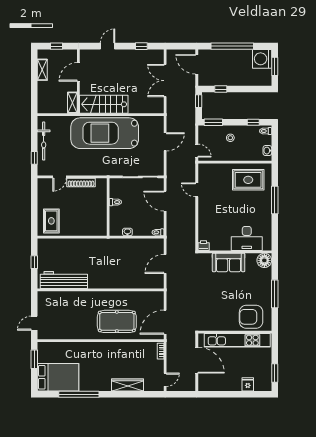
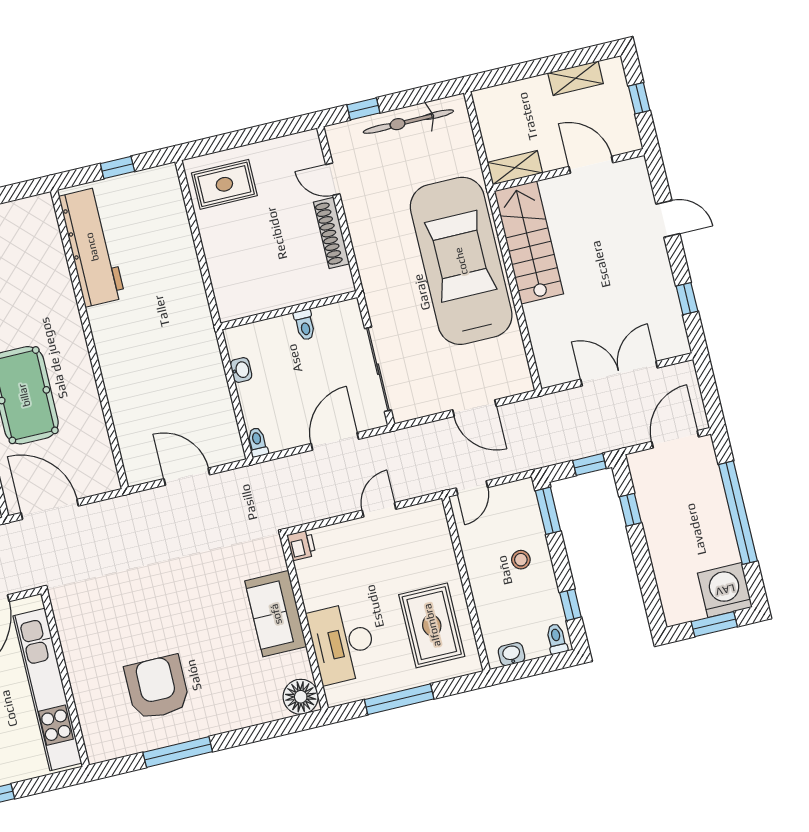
desk: (247, 238) -> (342, 643), moved
printer: (204, 246) -> (301, 545), moved
wall: (235, 252) -> (304, 622), moved
floor lamp: (264, 260) -> (301, 697), moved
sofa: (229, 262) -> (276, 614), moved
armchair: (251, 317) -> (157, 687), moved

